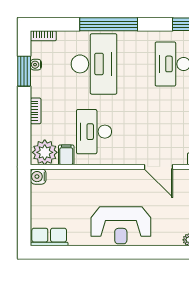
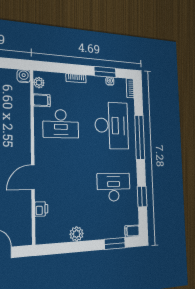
desk: (94, 64) -> (112, 125), turned -90
desk: (94, 132) -> (61, 124), turned 180
plant: (45, 152) -> (39, 83), width x0.53, depth x0.53

